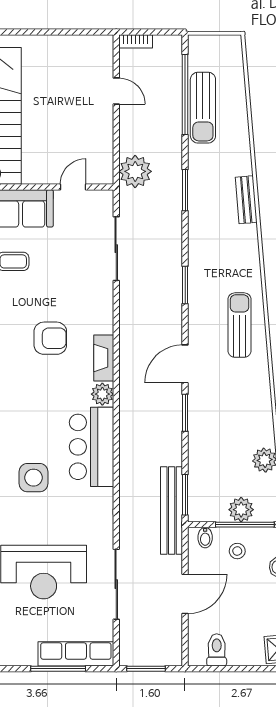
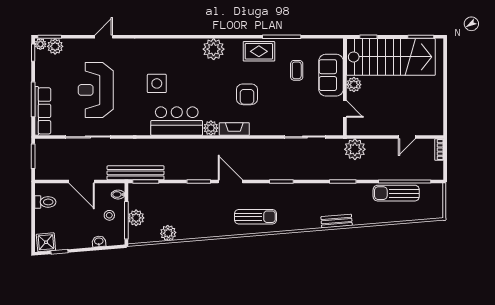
plant: (35, 173) -> (354, 85), added

